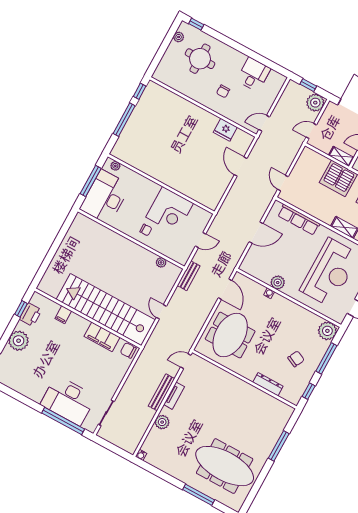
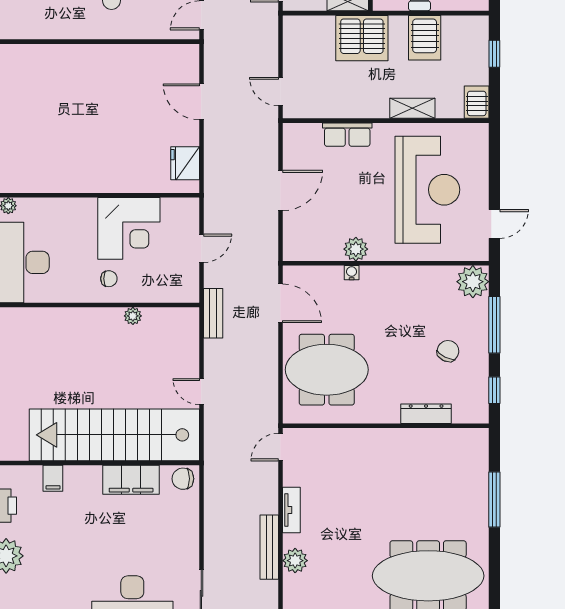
fridge: (225, 130) -> (185, 163), moved, turned 90
row of seats: (299, 220) -> (347, 135), width x0.68
plant: (161, 262) -> (133, 316), moved
meeting table: (230, 335) -> (327, 370), turned 90
bench: (162, 392) -> (269, 547), moved

